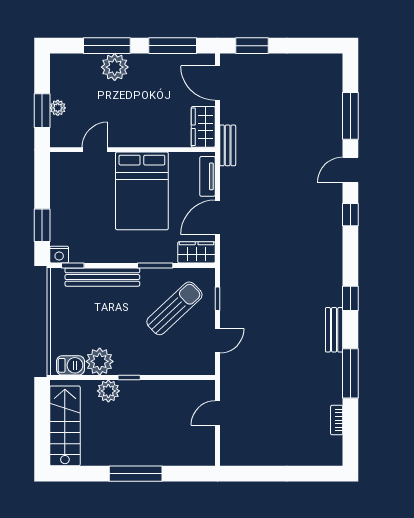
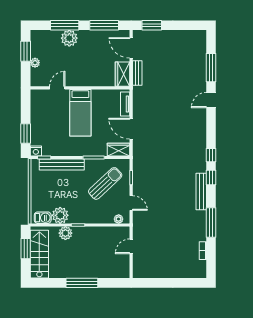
window: (42, 111) -> (26, 51), moved
bench: (228, 145) -> (137, 73), moved
bed: (142, 191) -> (80, 113), width x0.67
window: (350, 215) -> (211, 155), moved
door: (217, 217) -> (131, 129), hinge flipped
bench: (334, 330) -> (201, 191), width x1.36
door: (217, 341) -> (131, 203), hinge flipped
plant: (197, 368) -> (119, 219), added
window: (42, 417) -> (26, 249), added

